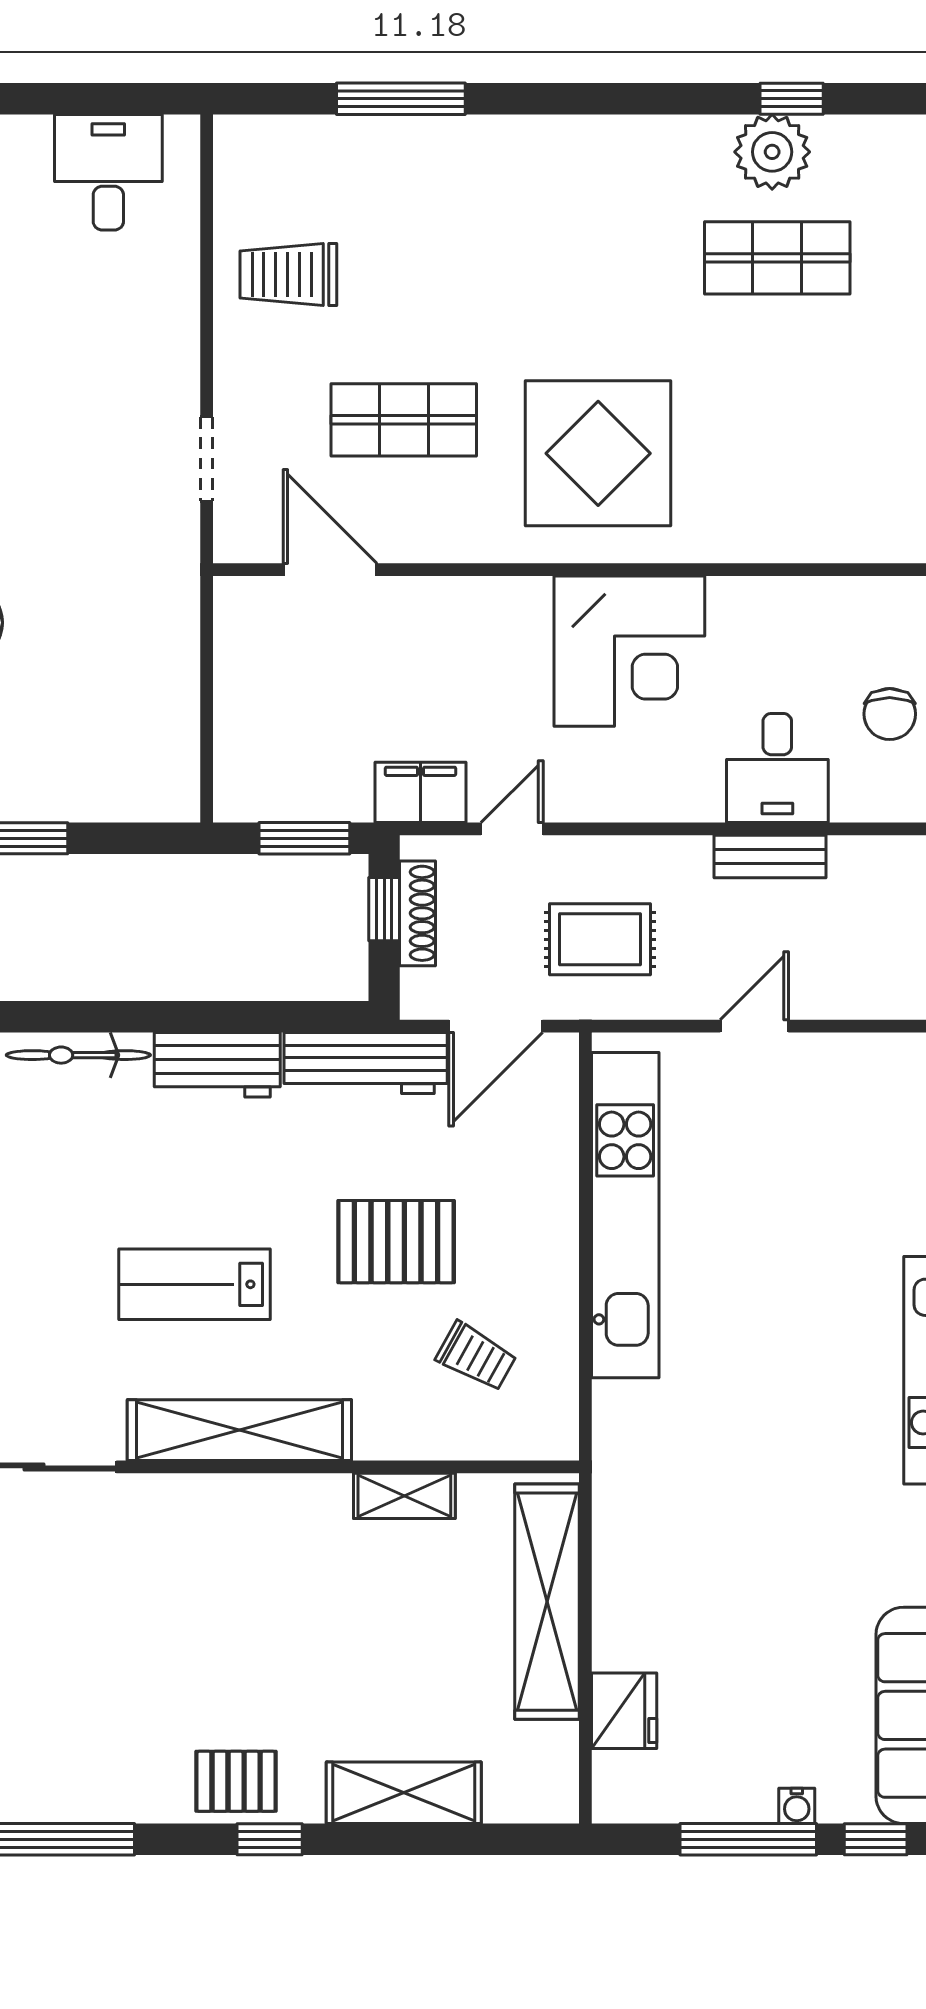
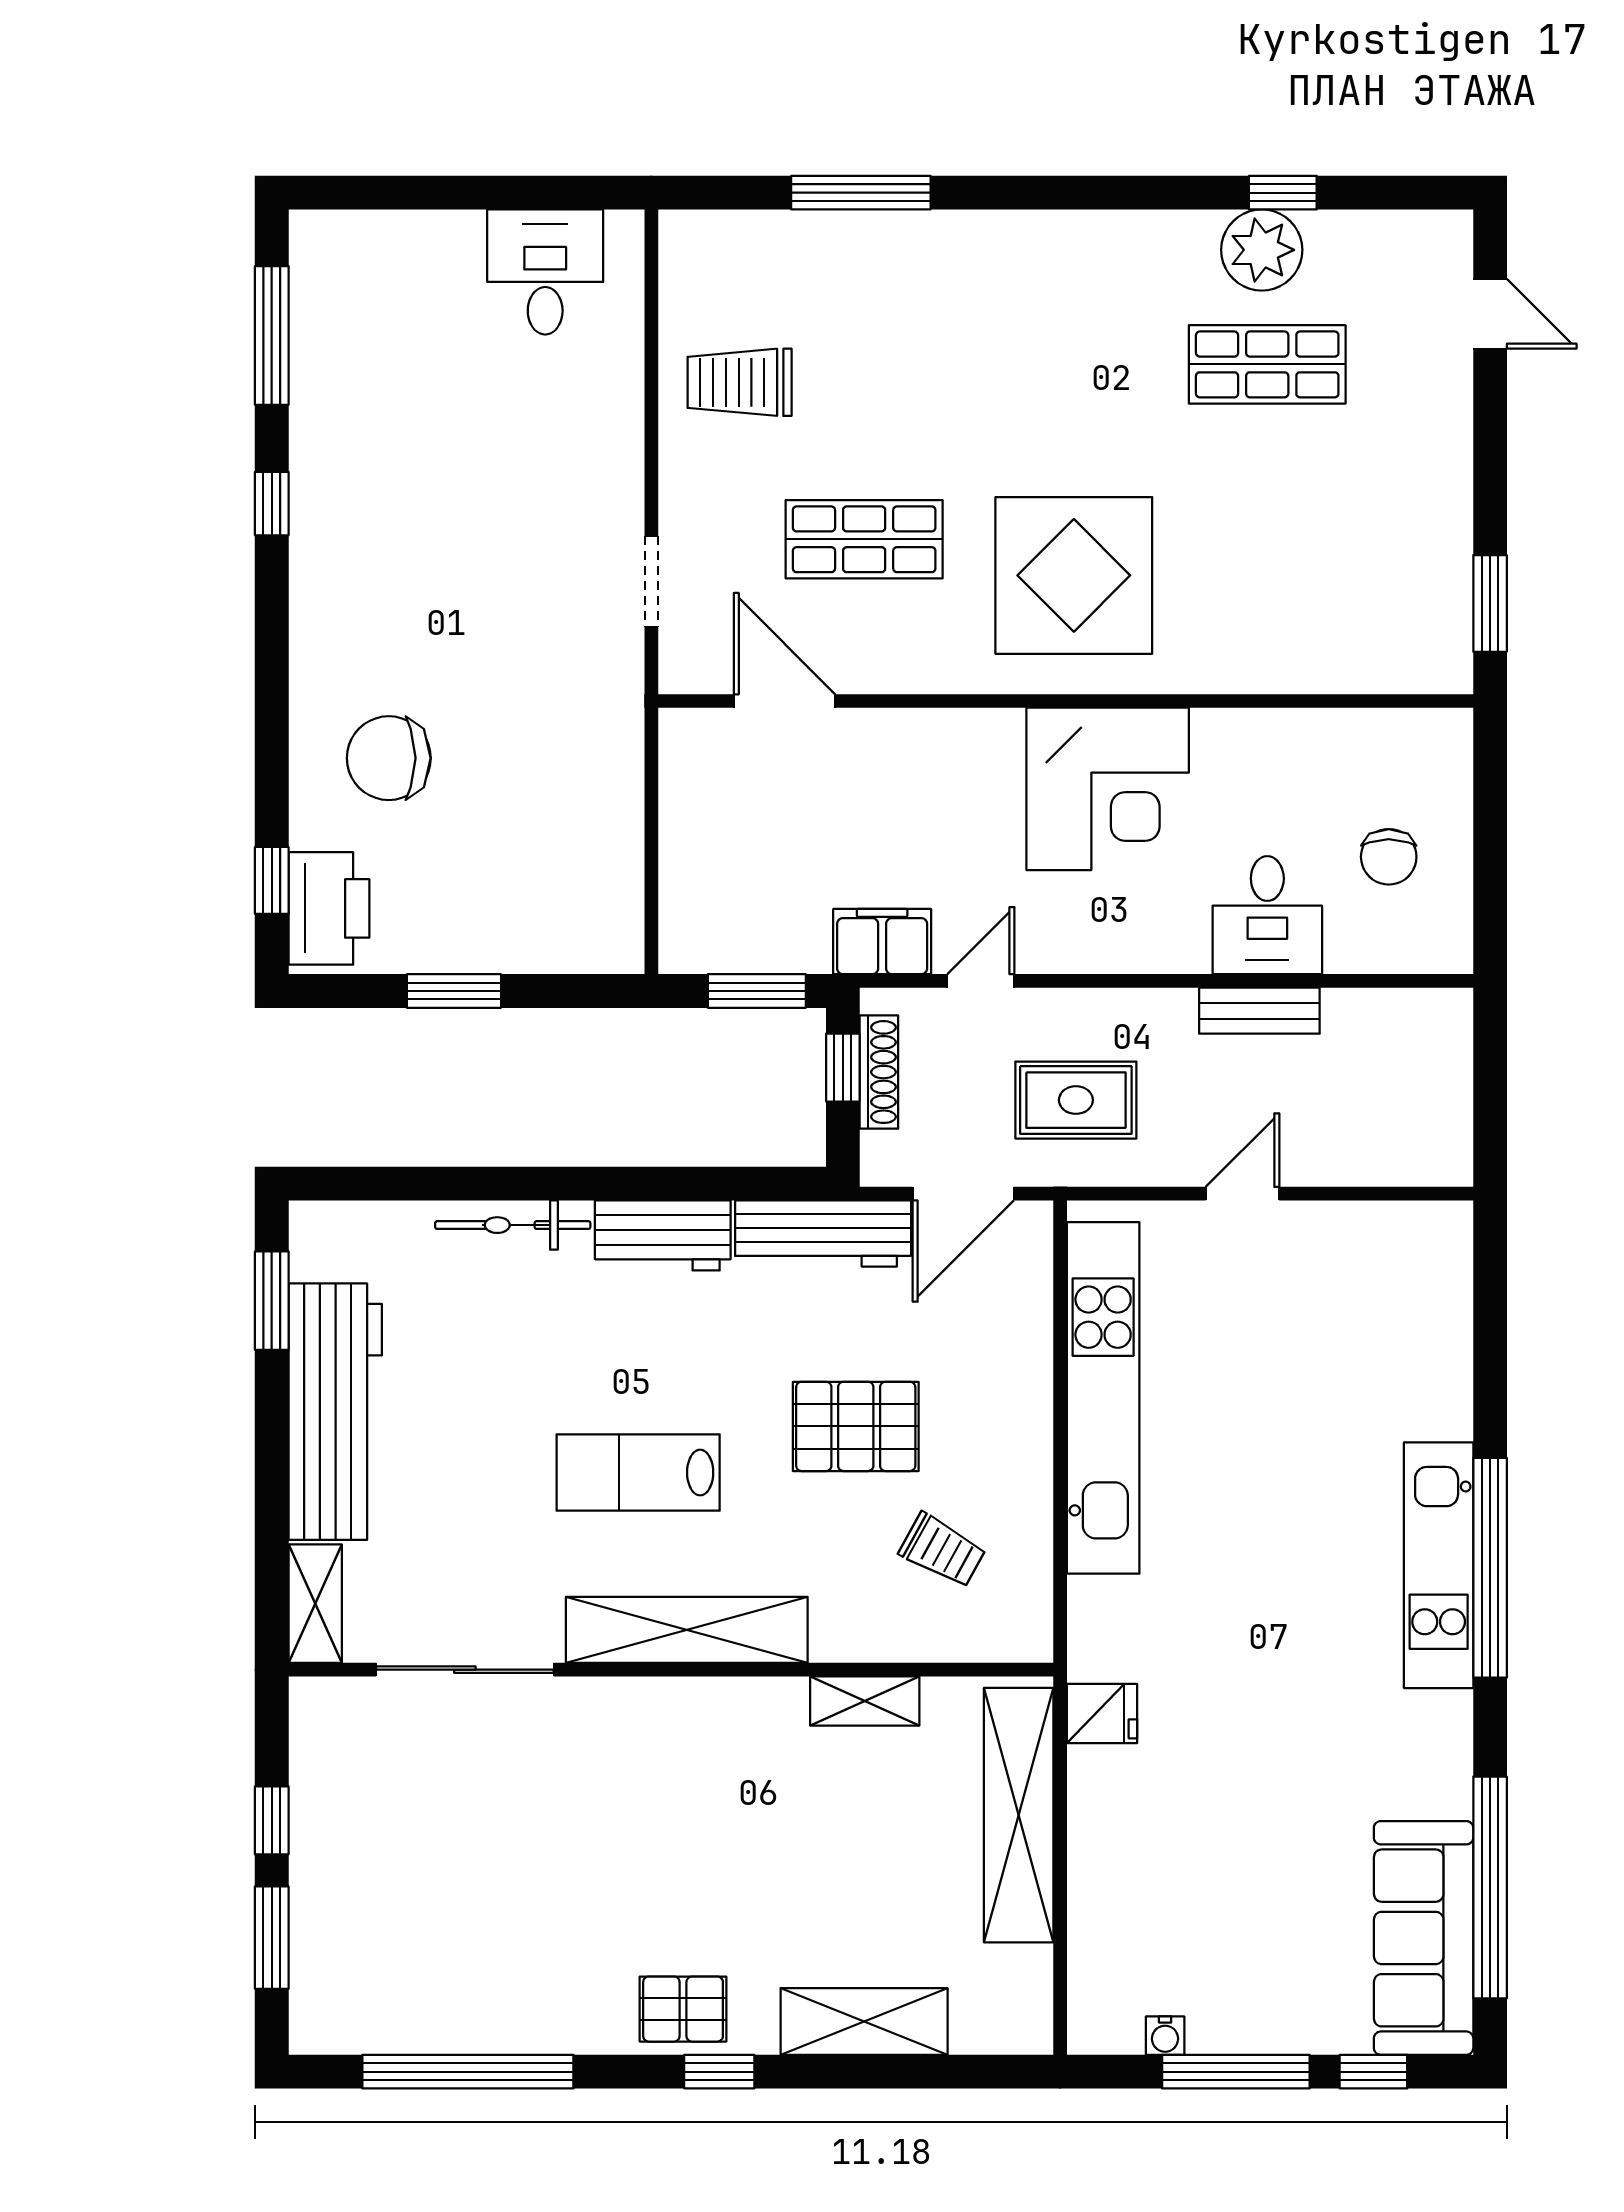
fridge: (624, 1711) -> (1102, 1714), moved, width x0.72
water cooler: (797, 1806) -> (1165, 2036), moved

